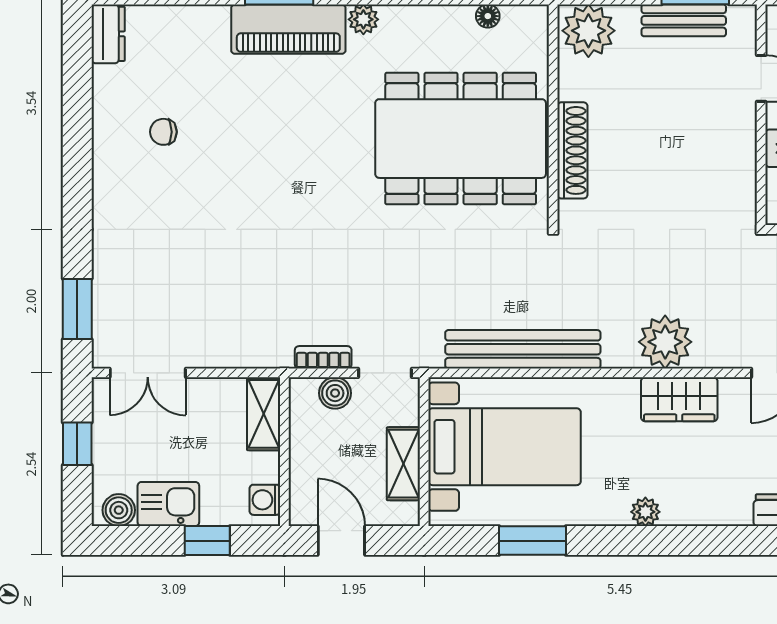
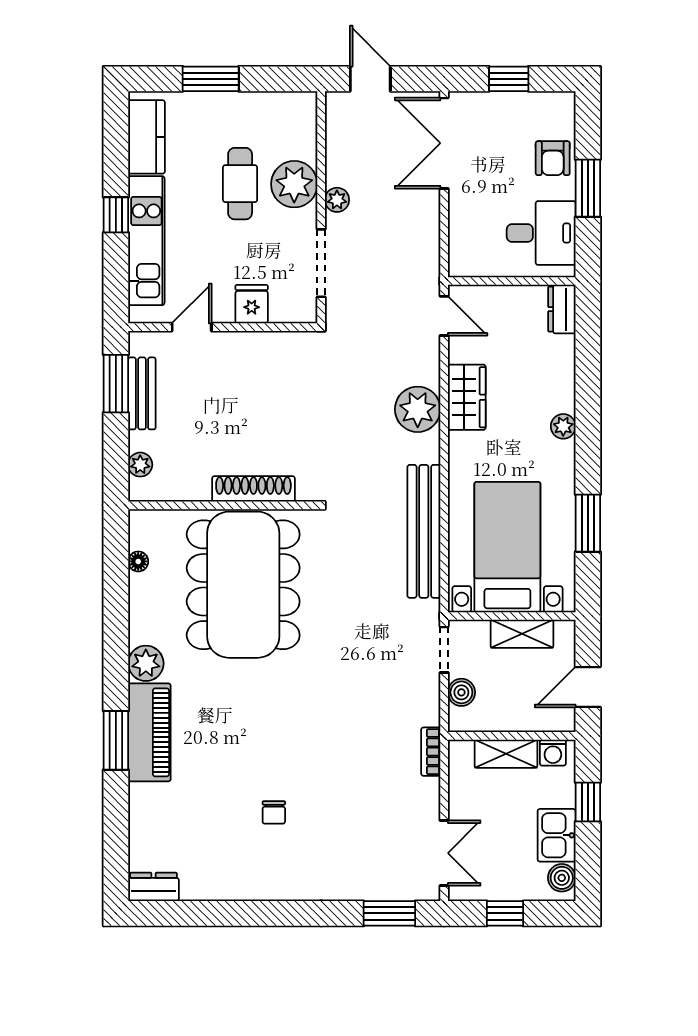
plant: (363, 19) -> (146, 663), width x1.38, depth x1.38
plant: (588, 31) -> (140, 465), width x0.53, depth x0.53
chair: (163, 132) -> (274, 812), moved
bookcase: (323, 357) -> (431, 752), moved
shelving: (264, 414) -> (506, 754), moved

